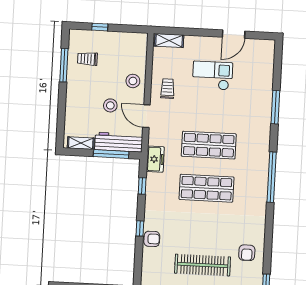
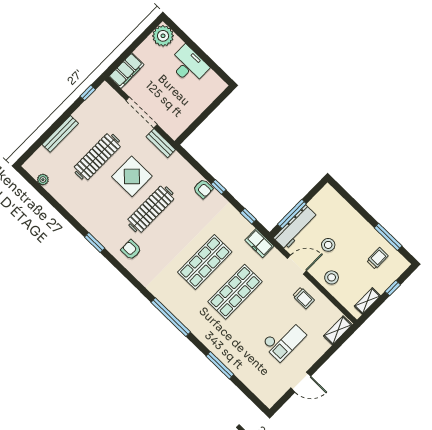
door: (234, 34) -> (301, 382), swing flipped
shelving: (81, 143) -> (367, 301), moved
armchair: (152, 239) -> (203, 189), turned -90

